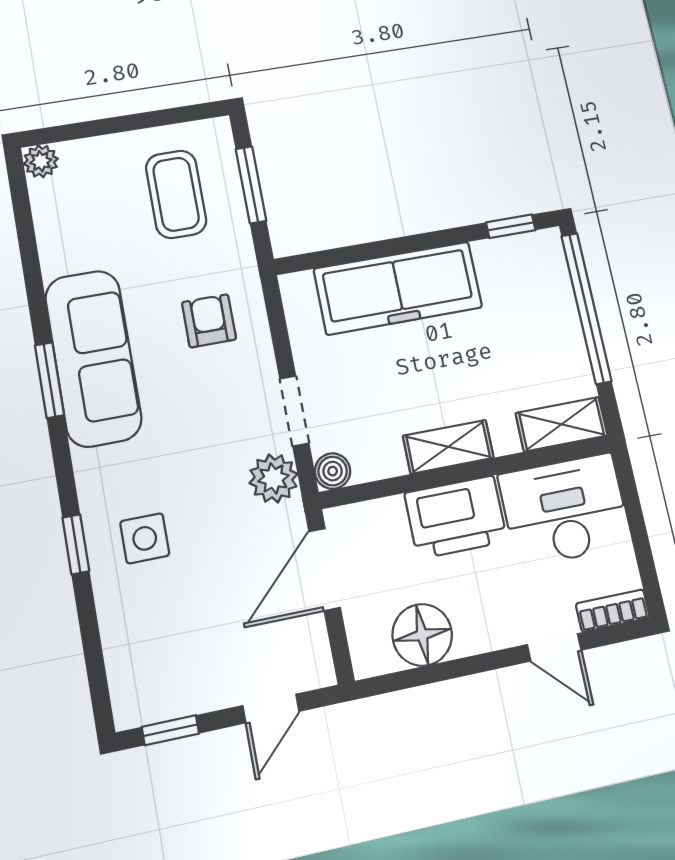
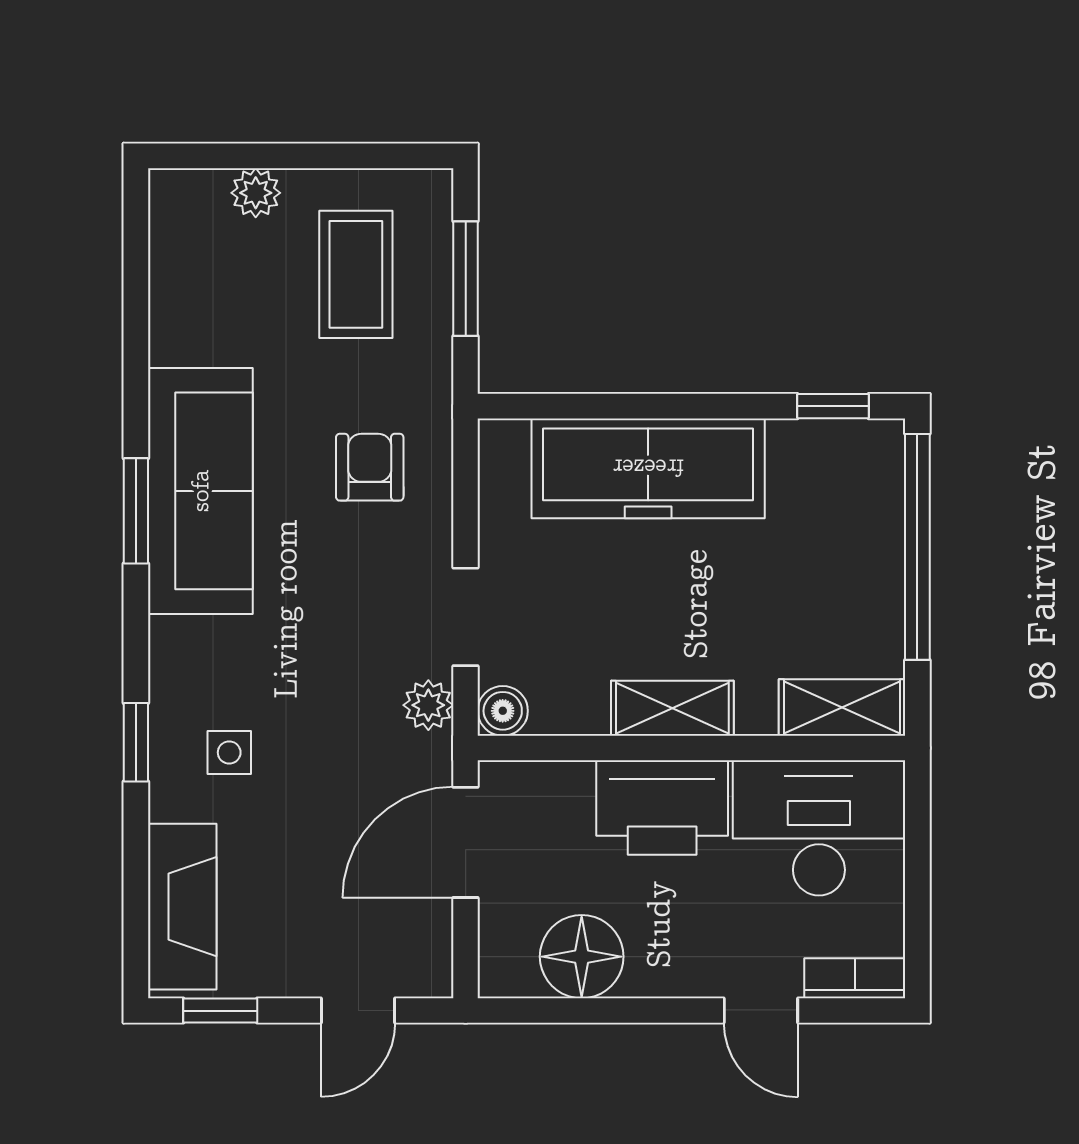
plant: (41, 161) -> (256, 193), moved
plant: (273, 478) -> (428, 705), width x0.73, depth x0.73
side table: (145, 538) -> (229, 752), width x0.73, depth x0.73
fireplace: (129, 658) -> (182, 907), added

